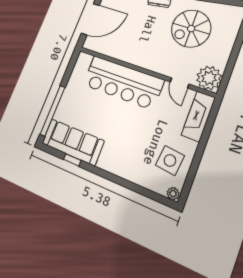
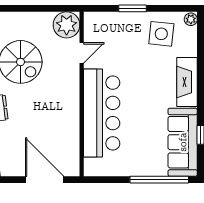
fireplace: (198, 116) -> (187, 82), moved, turned 90
window: (203, 143) -> (132, 8), added

